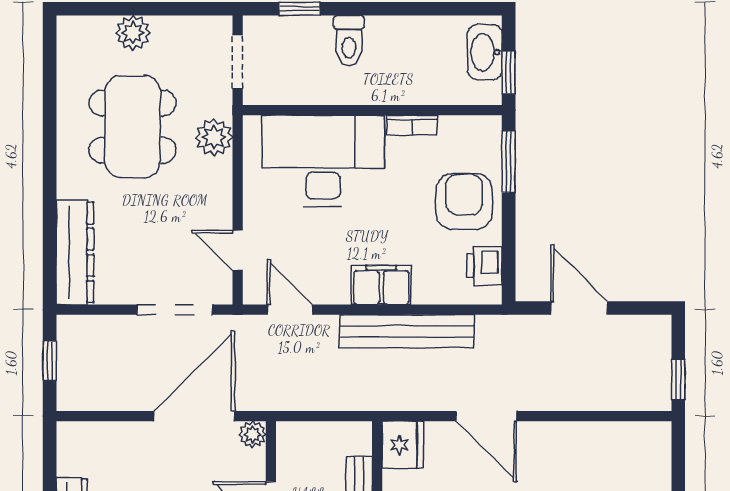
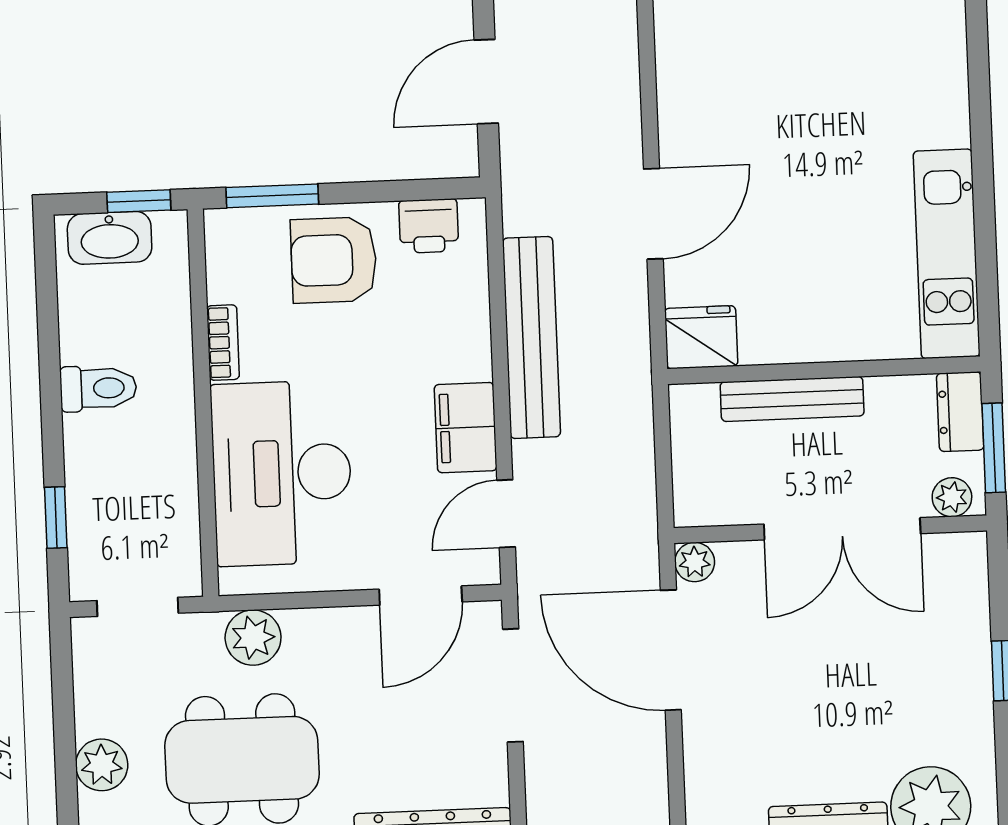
toilet: (349, 41) -> (98, 388), moved
door: (238, 250) -> (421, 596), width x1.38
filing cabinet: (381, 285) -> (466, 428), moved

